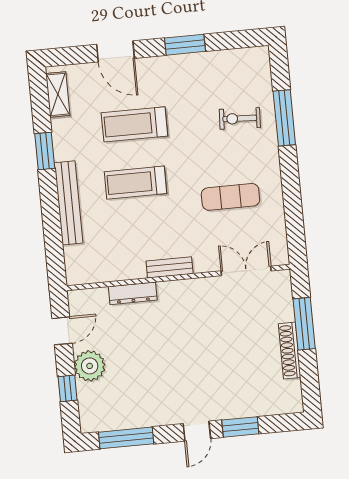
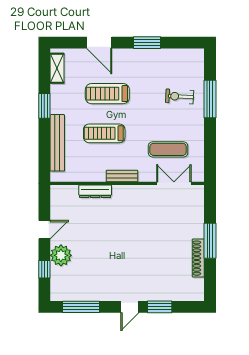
bench: (170, 267) -> (122, 176), moved
double door: (246, 271) -> (174, 183), moved
wall: (178, 277) -> (127, 183), moved
dresser: (133, 293) -> (95, 191), moved

